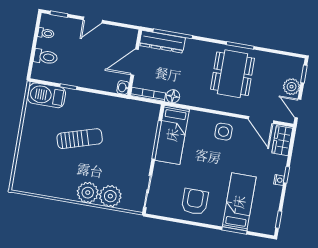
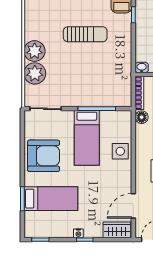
side table: (224, 132) -> (120, 151), moved
bed: (172, 135) -> (87, 138), moved, turned -90
sun lounger: (80, 139) -> (85, 34), turned -73
armchair: (195, 202) -> (44, 156), width x1.36, depth x1.36

